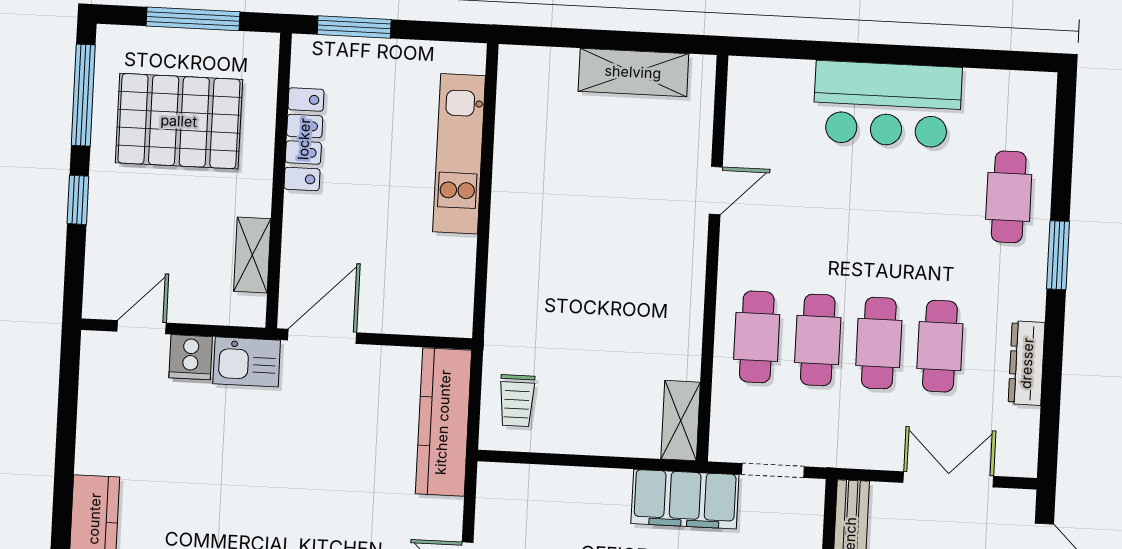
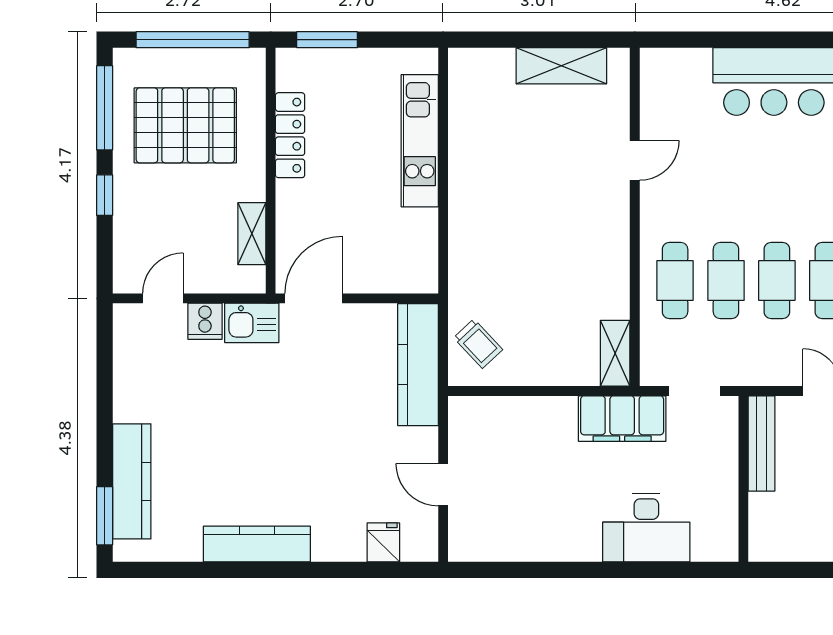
window: (193, 19) -> (193, 40), width x1.46
trolley: (517, 401) -> (478, 344), turned -43

